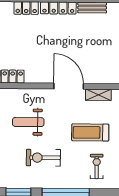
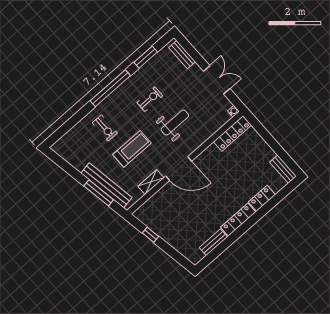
weight bench: (28, 122) -> (175, 123), moved
exercise bike: (43, 158) -> (150, 99), width x0.73, depth x0.72

